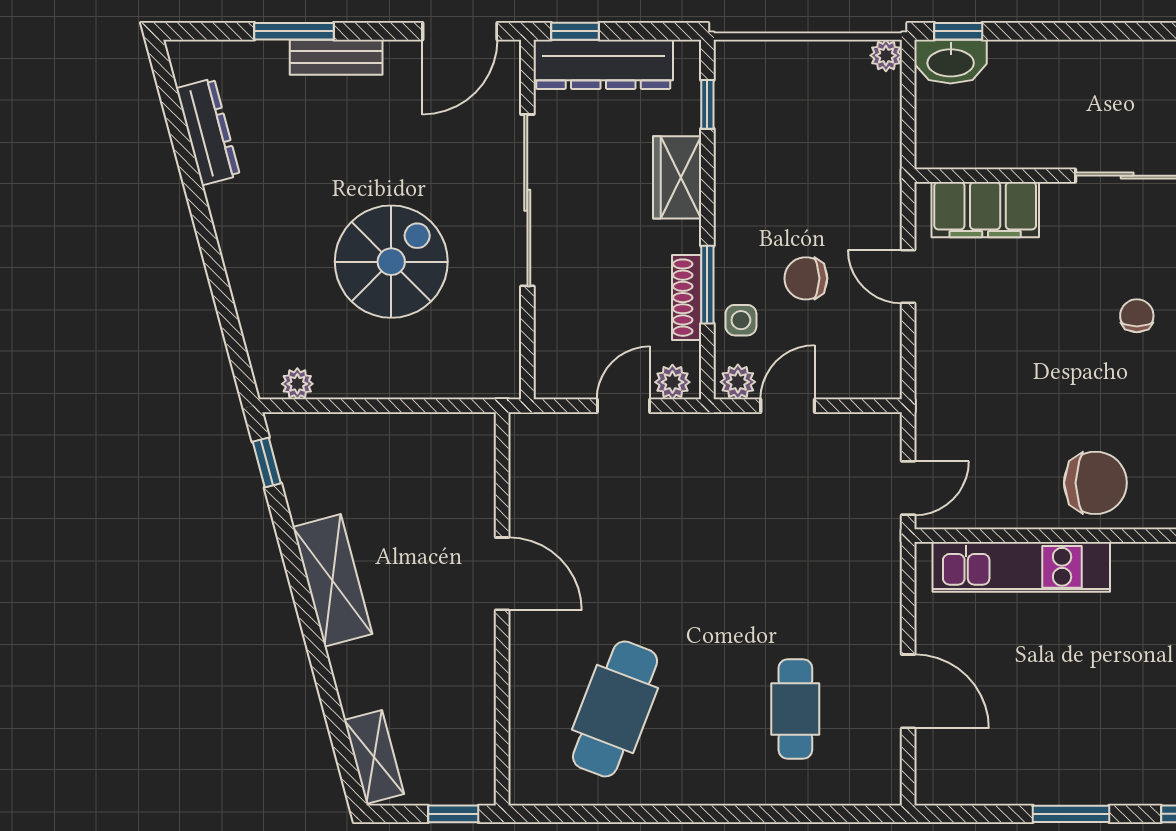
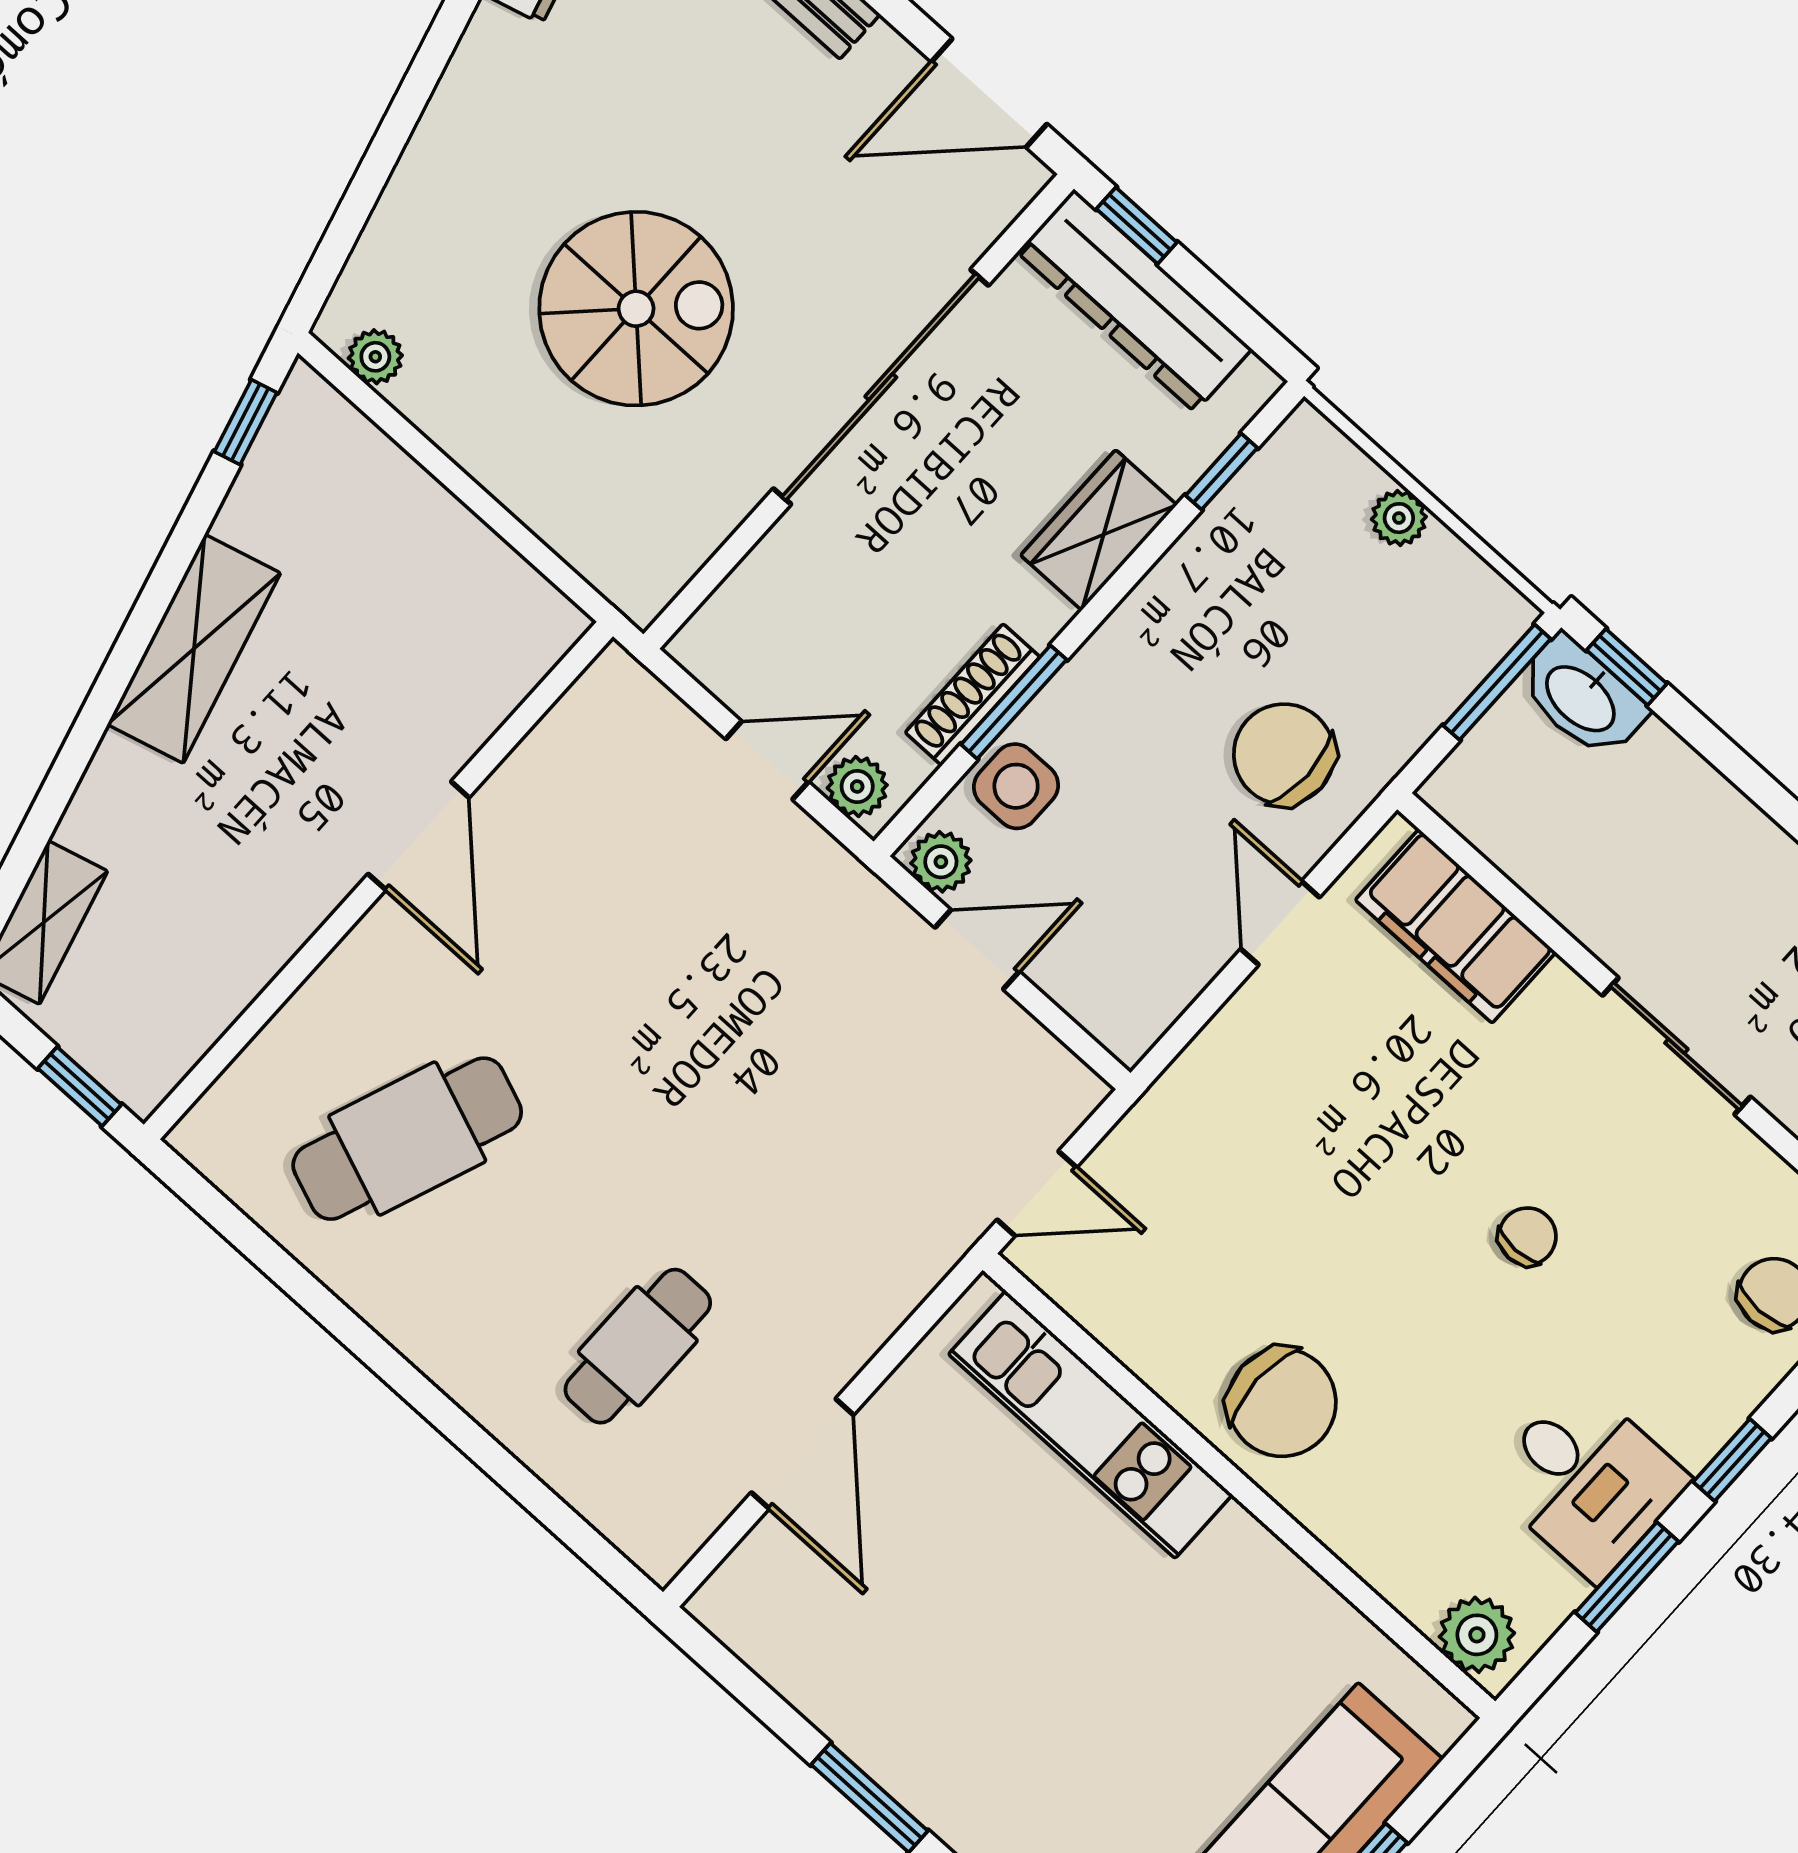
plant: (886, 55) -> (1399, 518), moved
window: (908, 88) -> (1497, 682), added
chair: (806, 278) -> (1284, 754), moved, width x1.37, depth x1.37
side table: (741, 320) -> (1016, 786), width x1.37, depth x1.37

